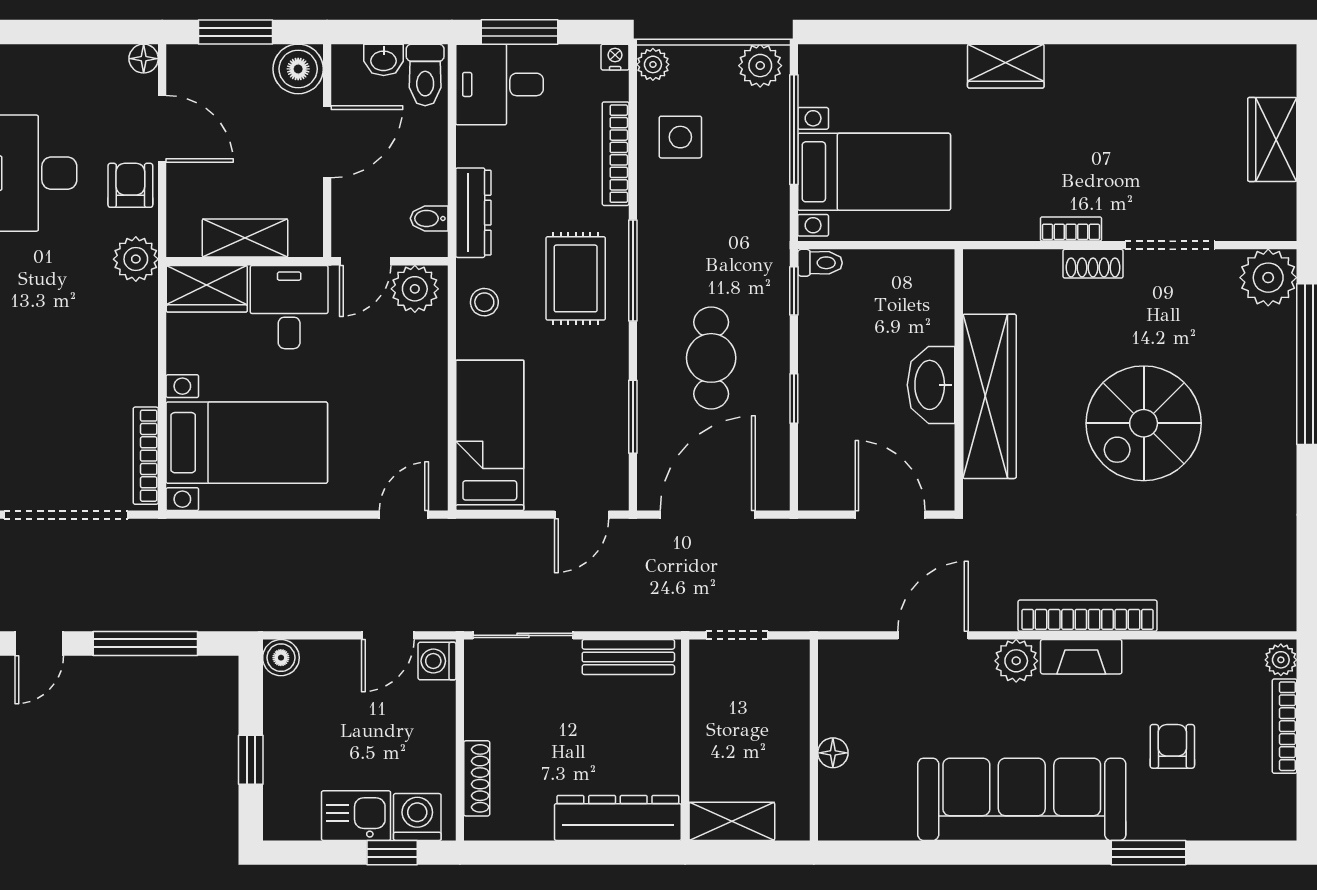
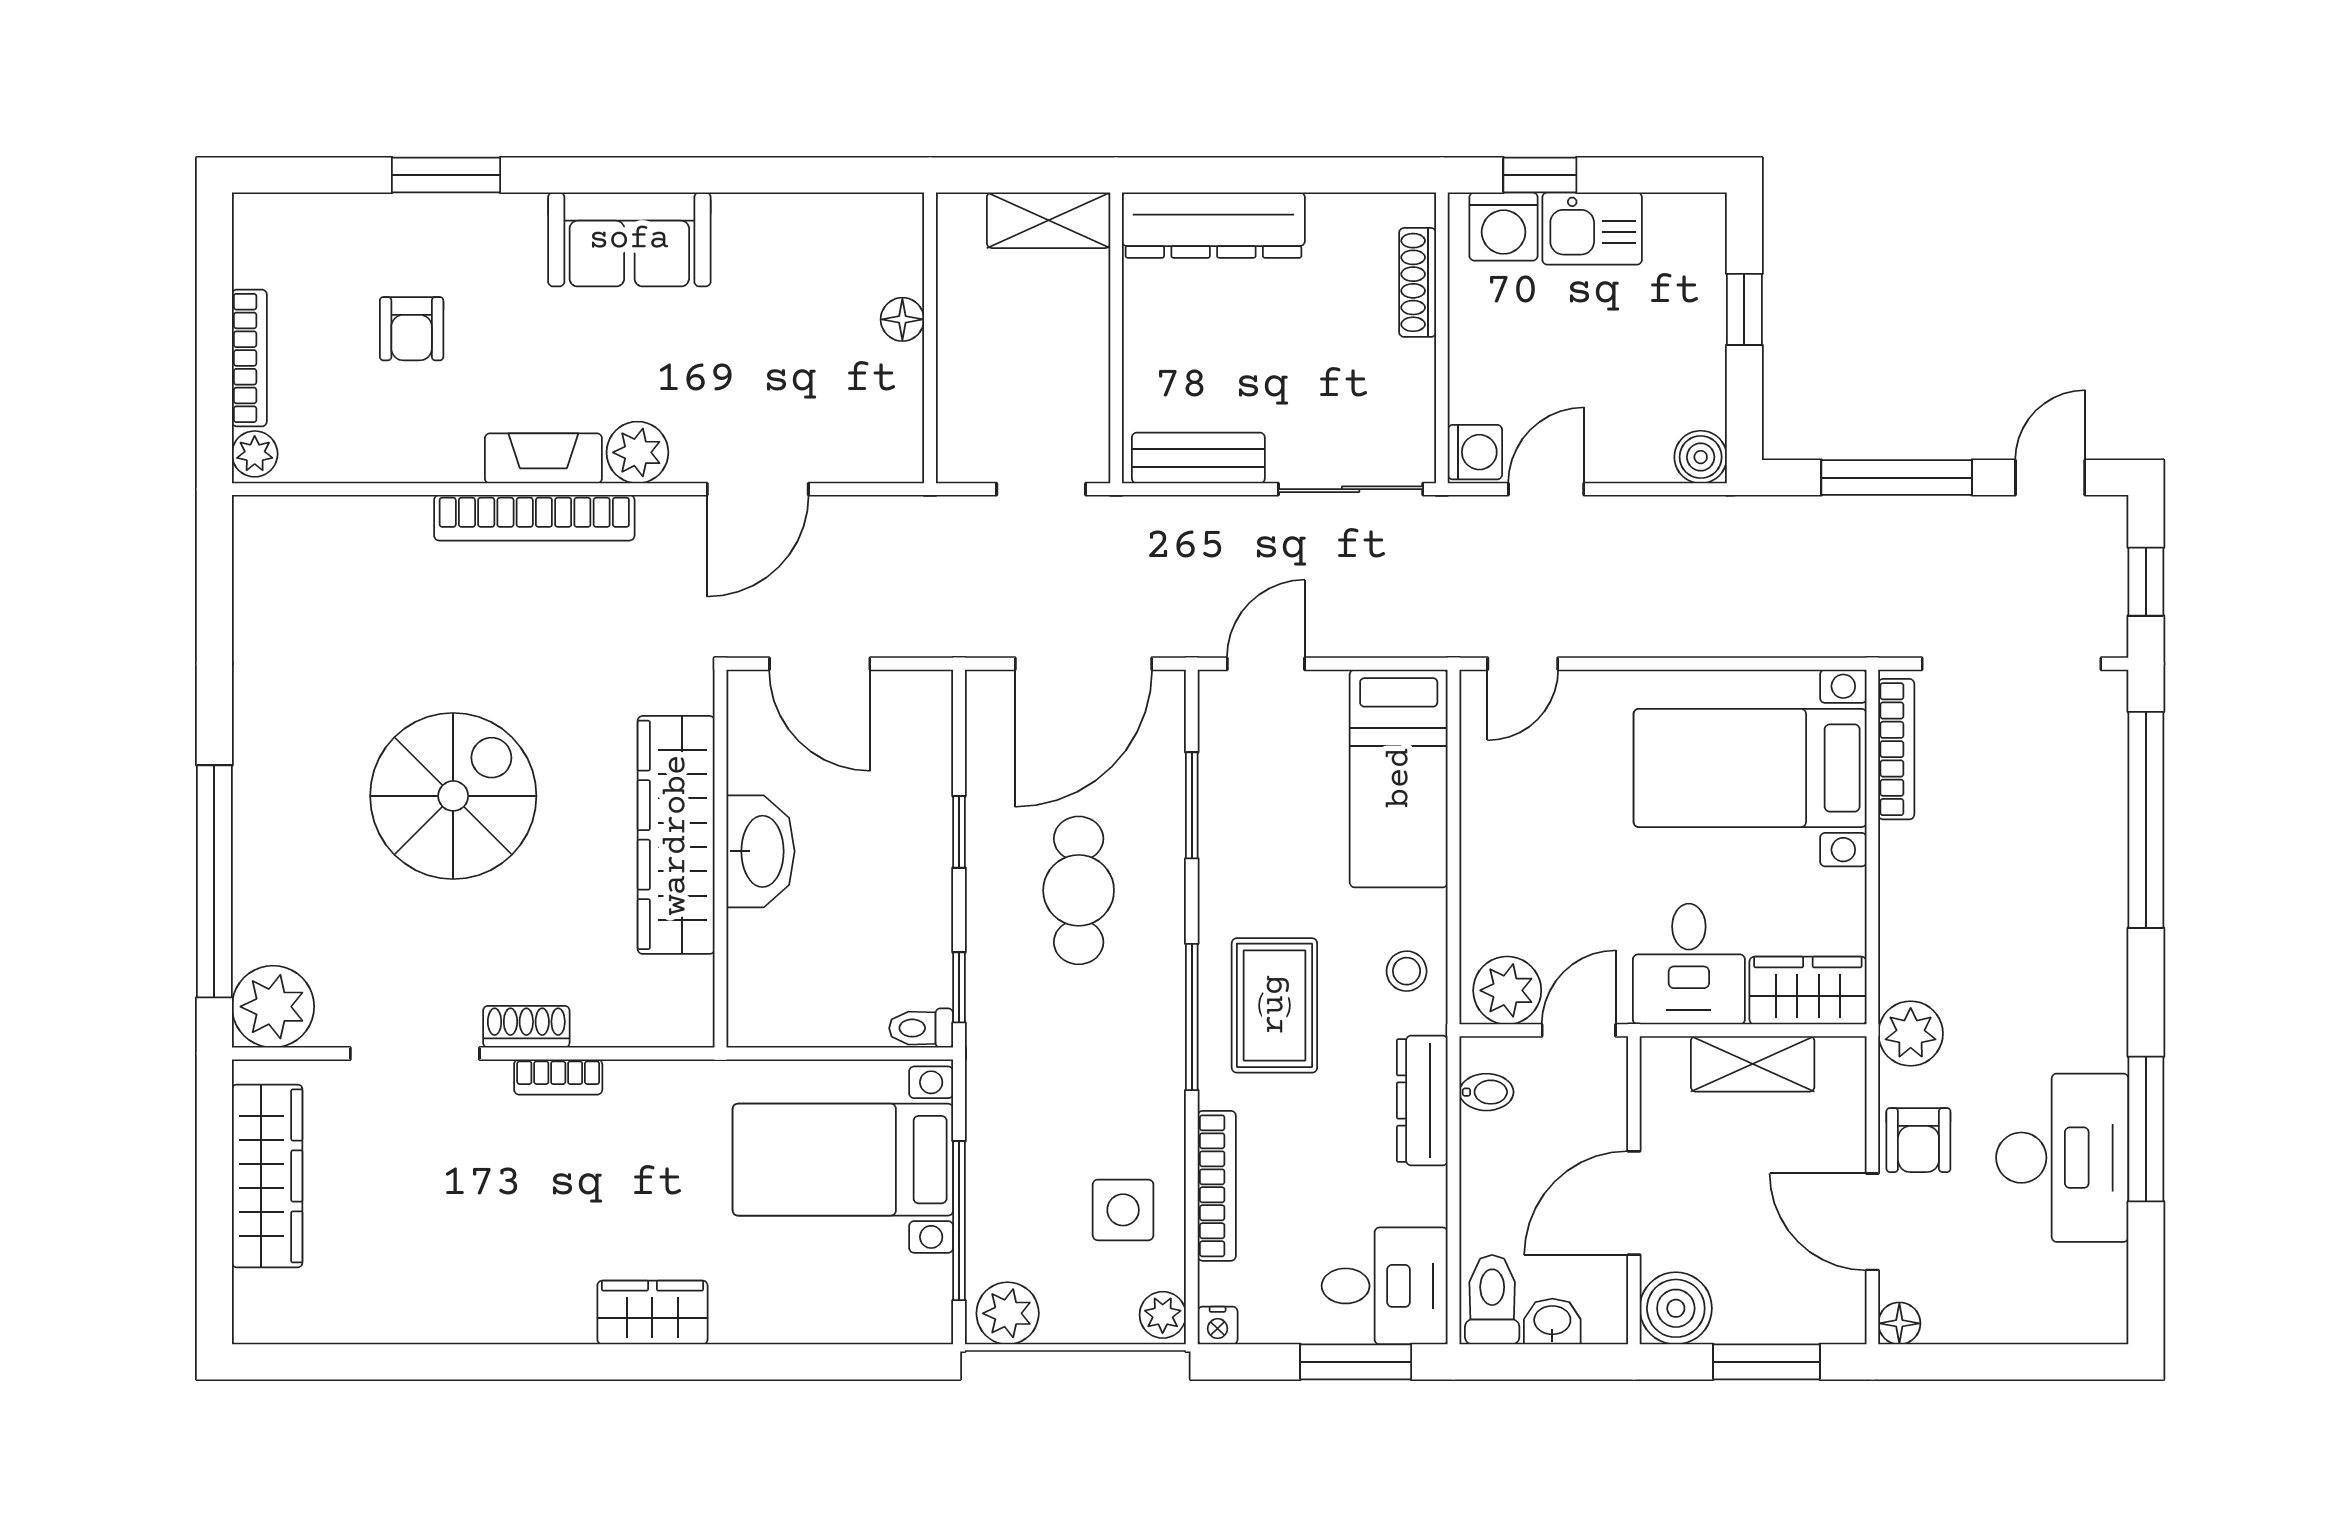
wardrobe: (1272, 139) -> (267, 1176), width x1.50
sofa: (1022, 799) -> (629, 239), width x0.54, depth x0.79

